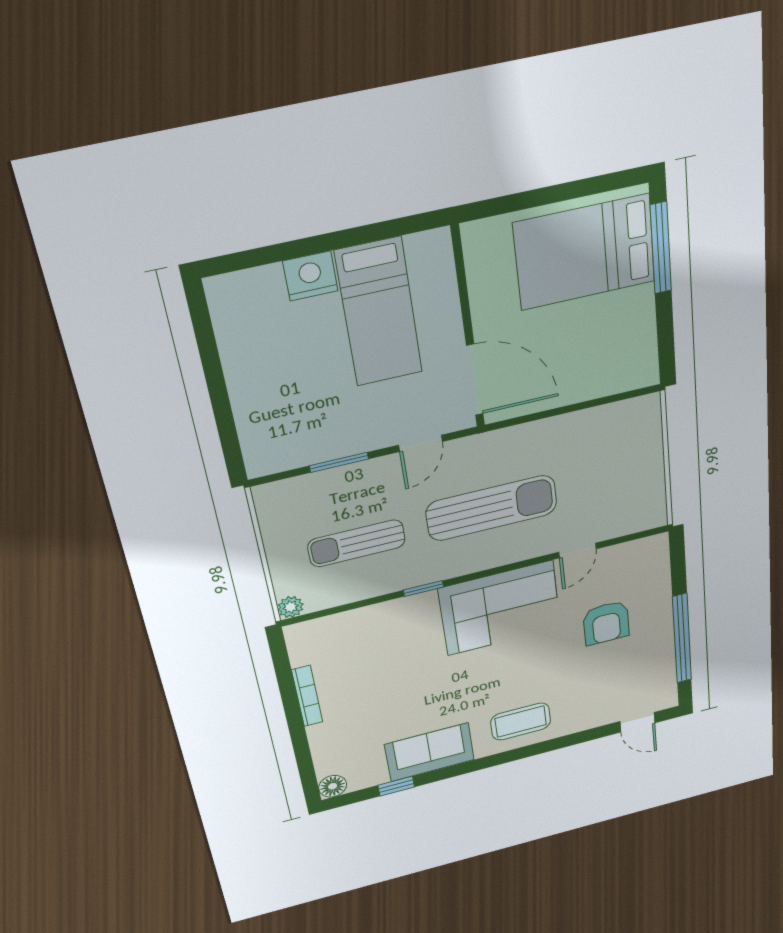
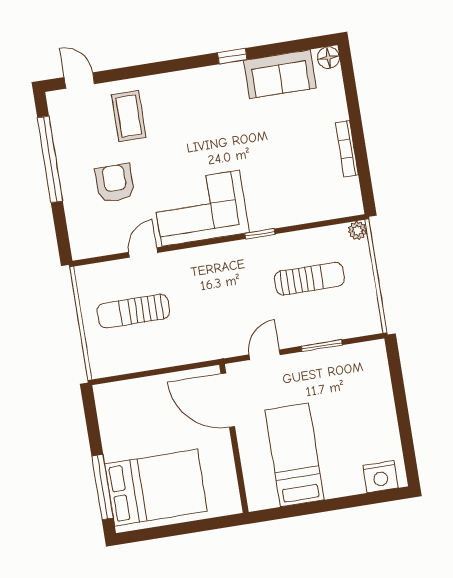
nightstand: (310, 276) -> (380, 477), moved
sun lounger: (492, 508) -> (133, 311), moved, width x0.73, depth x0.75
coffee table: (521, 722) -> (129, 116), moved, turned 90
sofa: (430, 752) -> (280, 74), moved
window: (396, 786) -> (232, 56), moved

